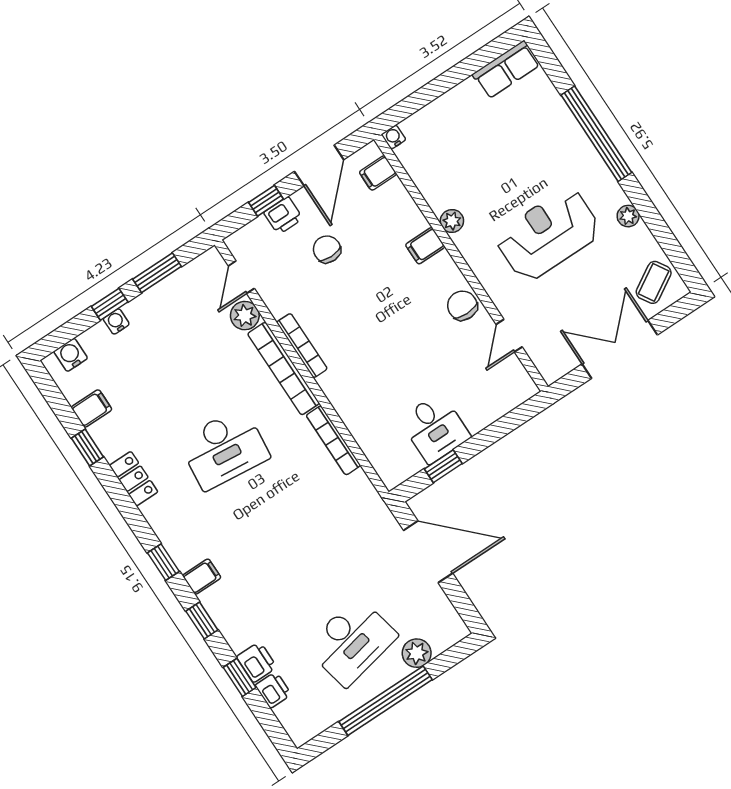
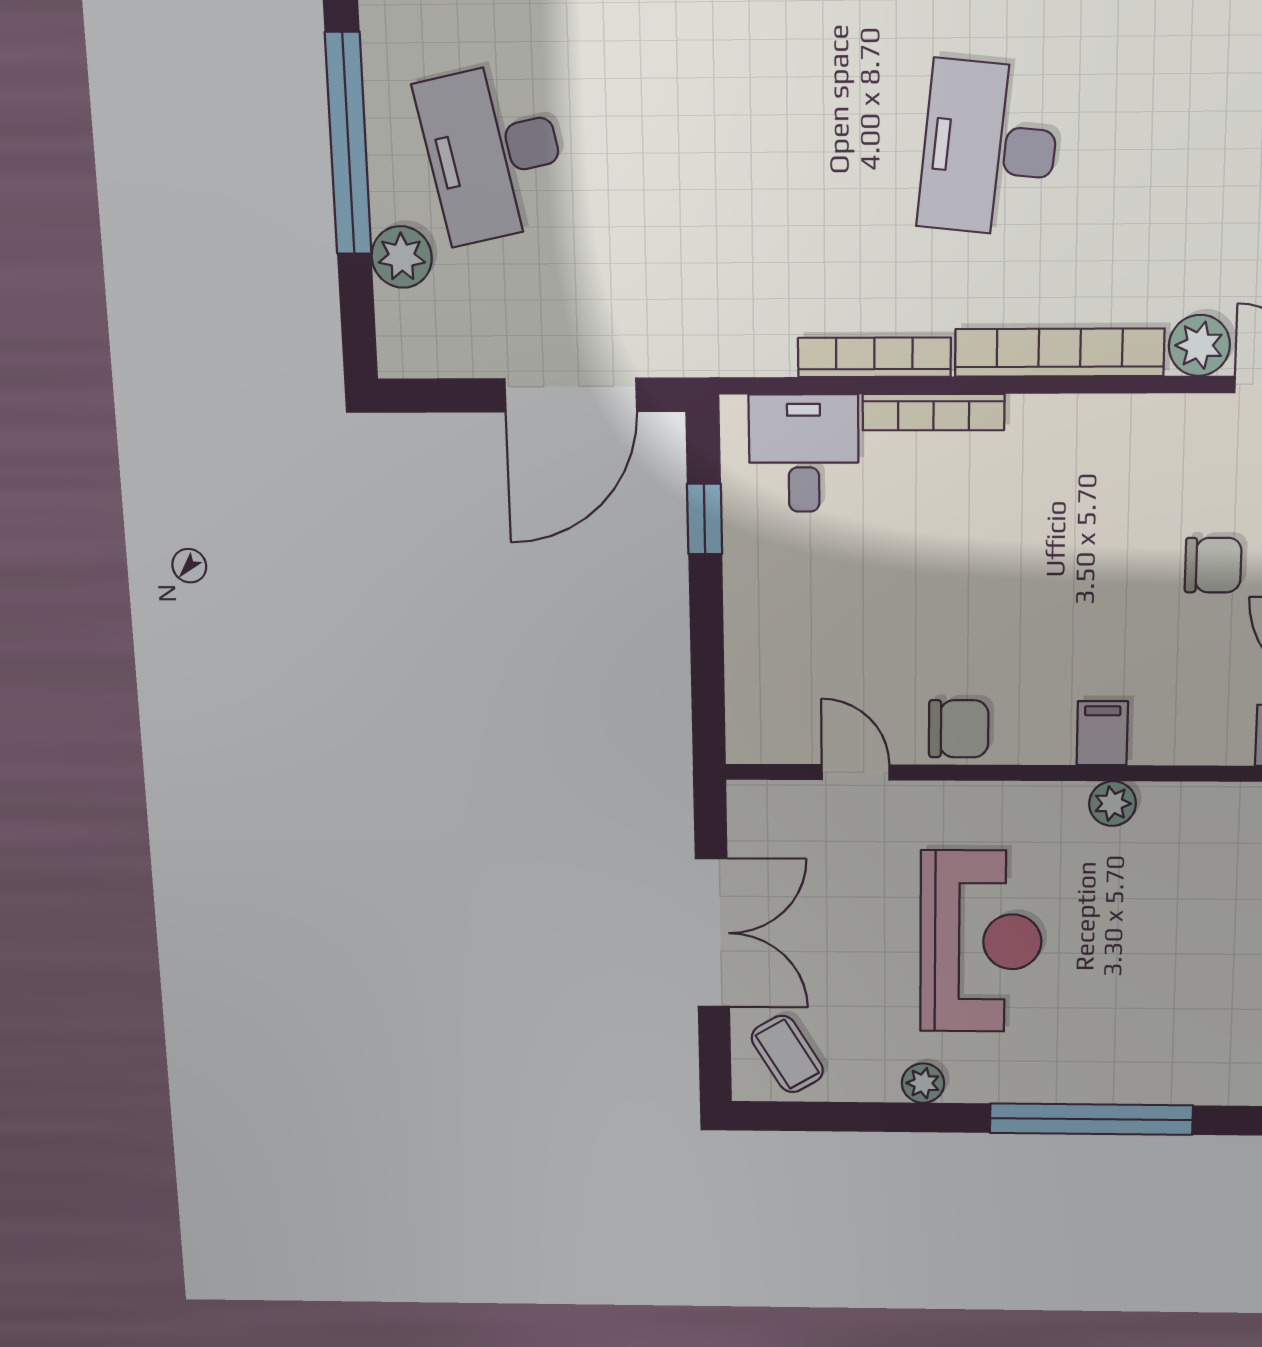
bookcase: (302, 346) -> (933, 412), moved
desk: (435, 428) -> (804, 453), moved, turned 90

